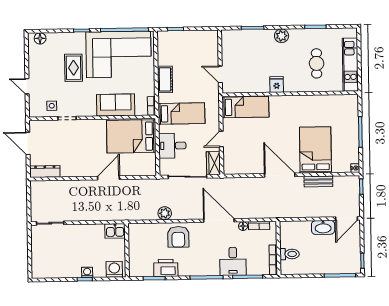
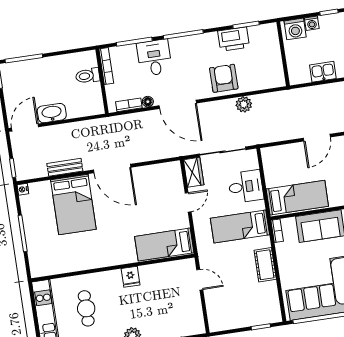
bed: (131, 136) -> (297, 198), width x0.67
kitchen sink: (115, 231) -> (323, 72), moved
washing machine: (87, 272) -> (312, 23), moved

